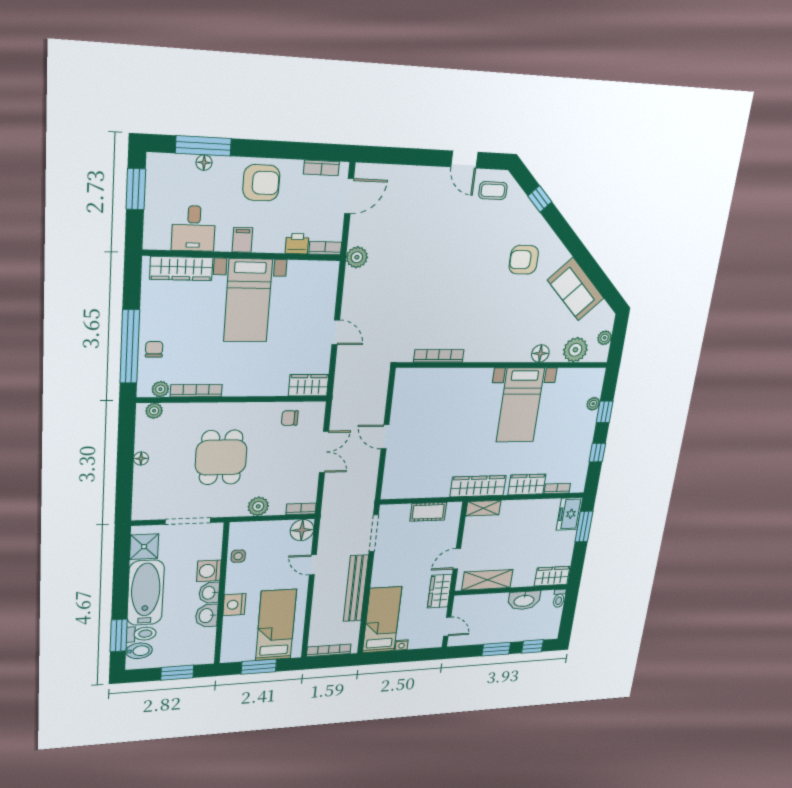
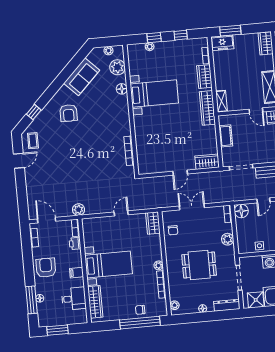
plant: (160, 389) -> (159, 265), moved
wardrobe: (394, 481) -> (207, 162), added
dresser: (141, 499) -> (227, 305), added

